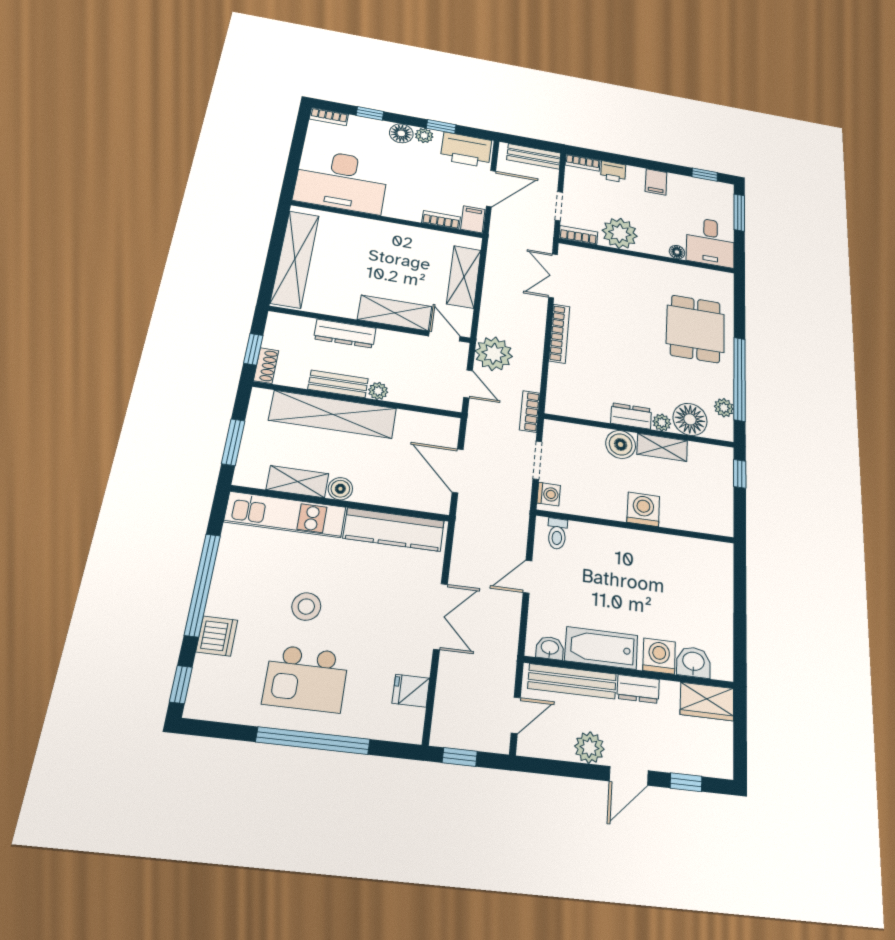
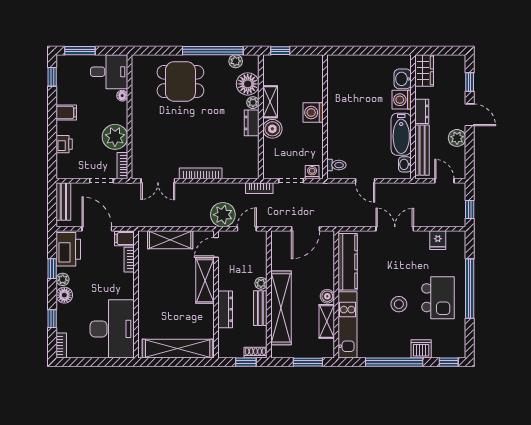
bookcase: (583, 163) -> (61, 166), removed

